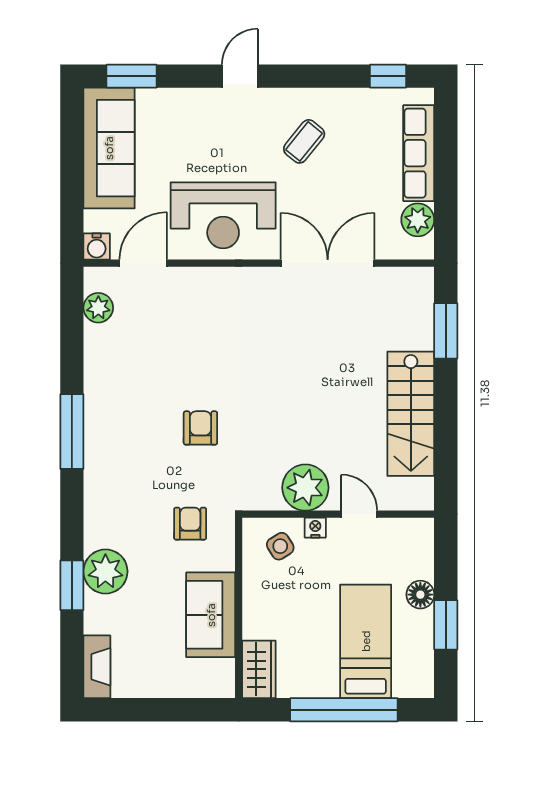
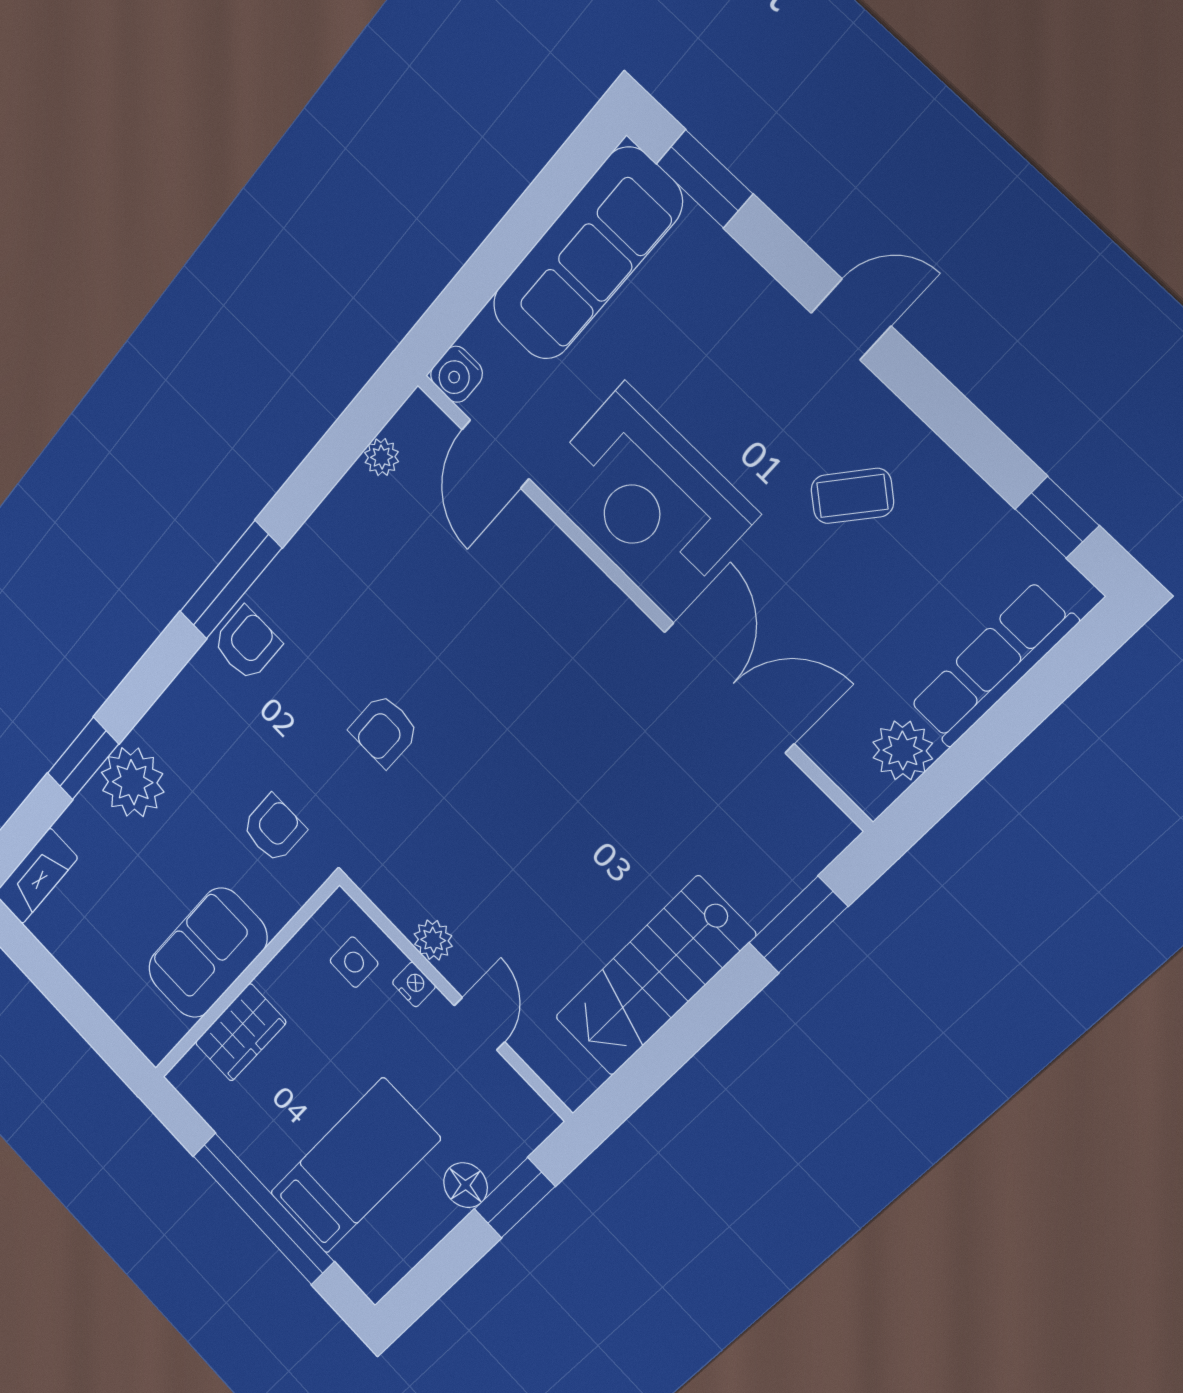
door: (143, 263) -> (495, 454), swing flipped
plant: (98, 308) -> (382, 457), width x0.73, depth x0.73
armchair: (200, 428) -> (384, 731), turned 180
armchair: (104, 452) -> (247, 644), added
plant: (305, 488) -> (433, 940), width x0.53, depth x0.53
side table: (280, 546) -> (354, 962), turned 32
window: (446, 625) -> (515, 1198), moved
wardrobe: (259, 669) -> (241, 1032), moved

